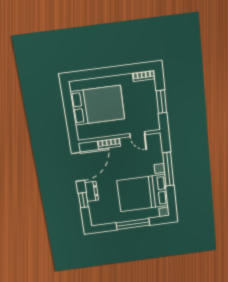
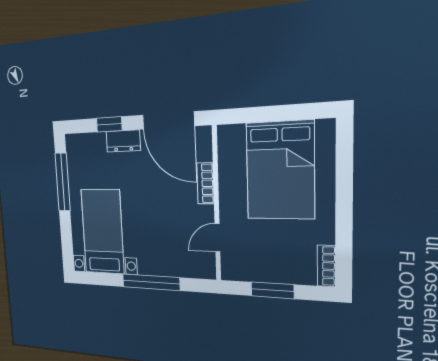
bed with nightstands: (143, 193) -> (102, 232), width x0.73
window: (133, 224) -> (63, 182), moved

